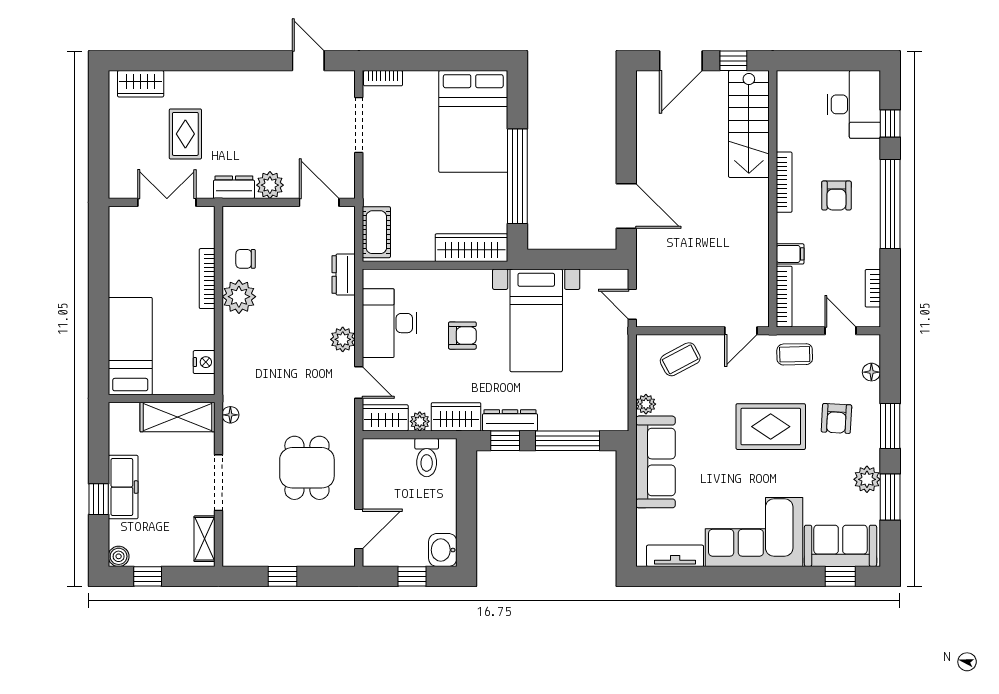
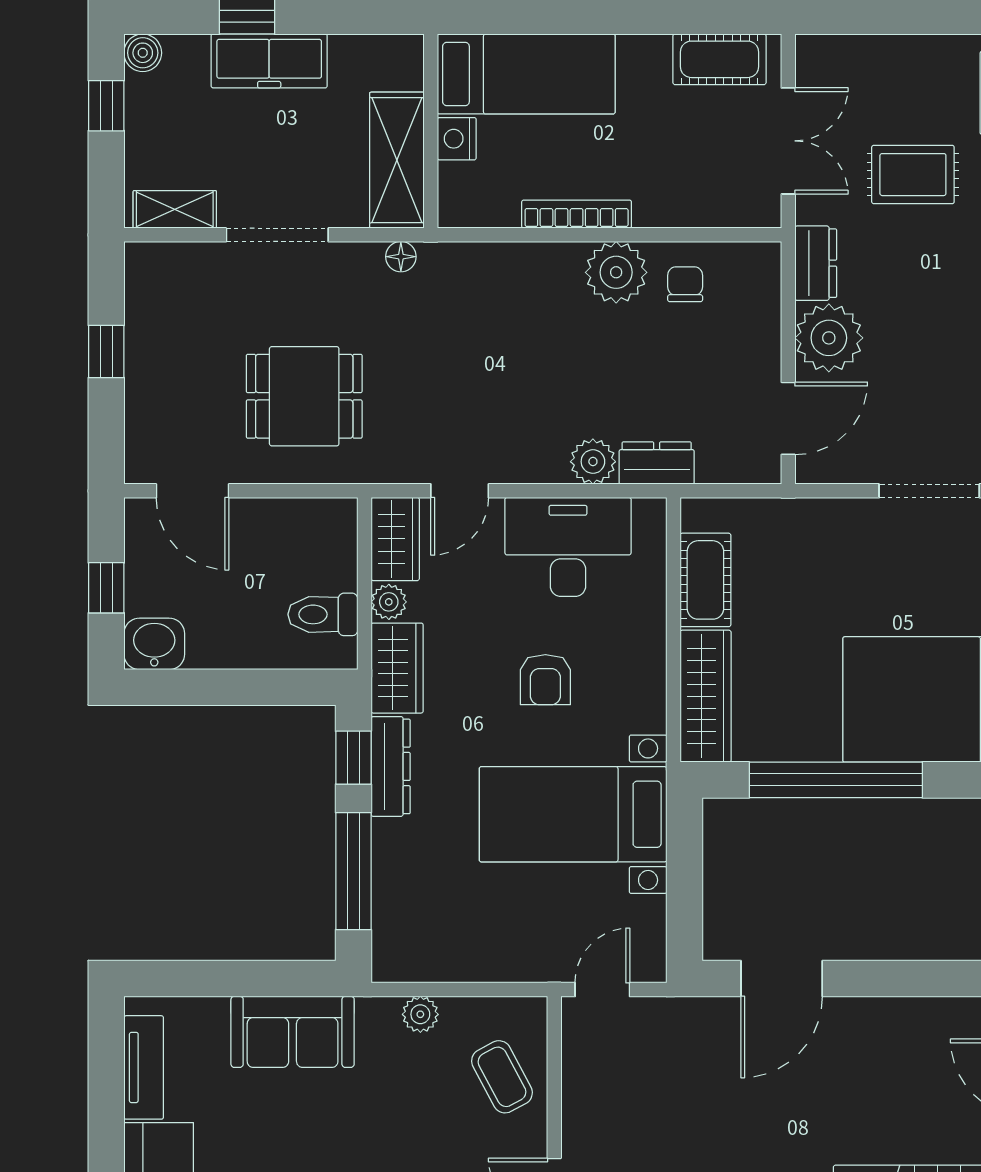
plant: (270, 185) -> (829, 338), width x1.36, depth x1.36
cot: (376, 232) -> (705, 580), moved, turned 90
cot: (122, 240) -> (719, 59), added
bookcase: (207, 279) -> (577, 214), moved
plant: (343, 339) -> (593, 462), moved
nightstand: (204, 362) -> (457, 139), moved, turned 90
sofa: (656, 462) -> (293, 1032), width x0.73

